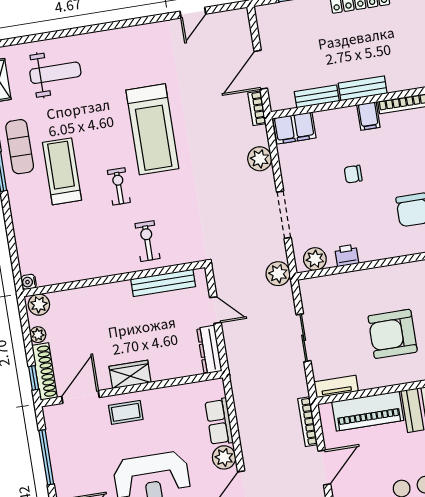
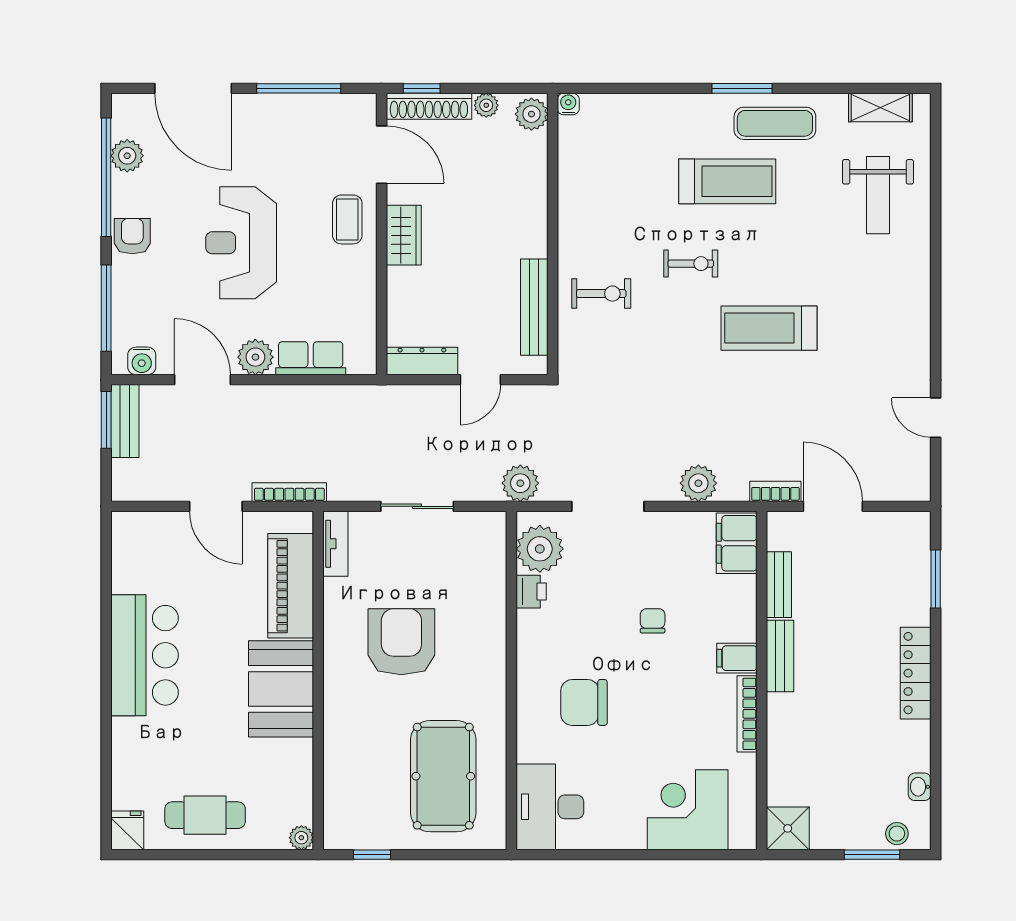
treadmill: (152, 129) -> (769, 328), width x0.73, depth x0.73
plant: (315, 259) -> (540, 549), width x1.36, depth x1.36

